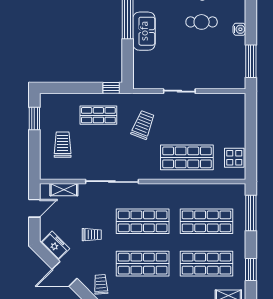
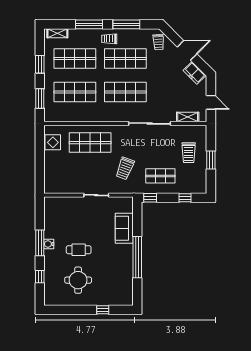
sofa: (144, 31) -> (124, 228), moved
window: (251, 61) -> (40, 243), moved
window: (67, 88) -> (185, 198), added
window: (34, 118) -> (211, 160), moved
door: (34, 208) -> (211, 102), swing flipped
window: (251, 213) -> (40, 98), width x0.69
trolley: (92, 235) -> (109, 39), moved
window: (251, 270) -> (40, 64), moved

